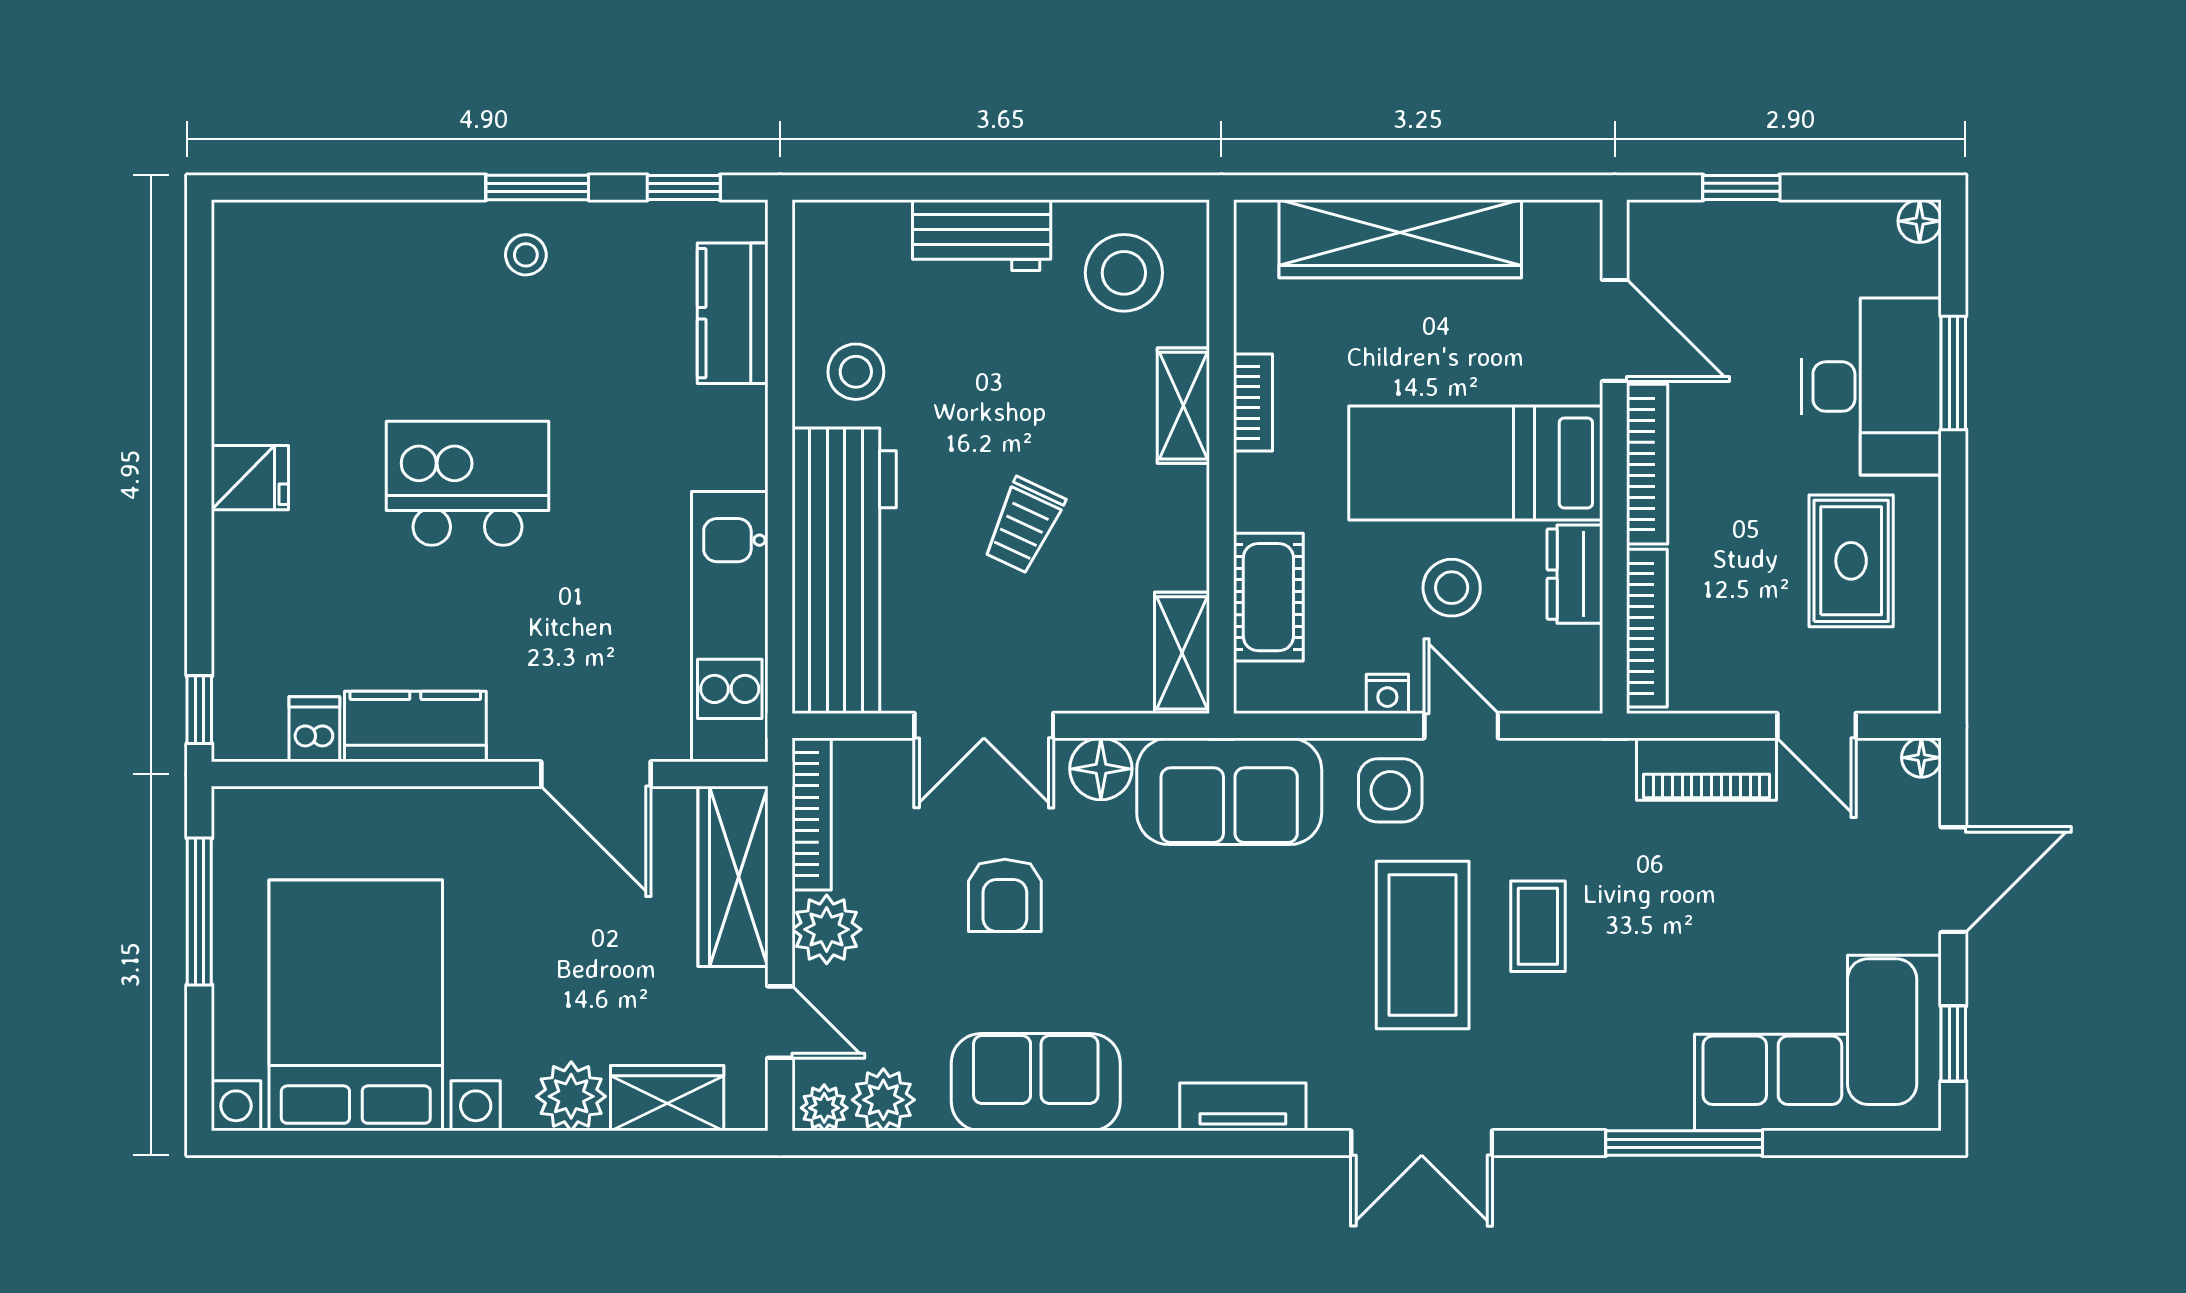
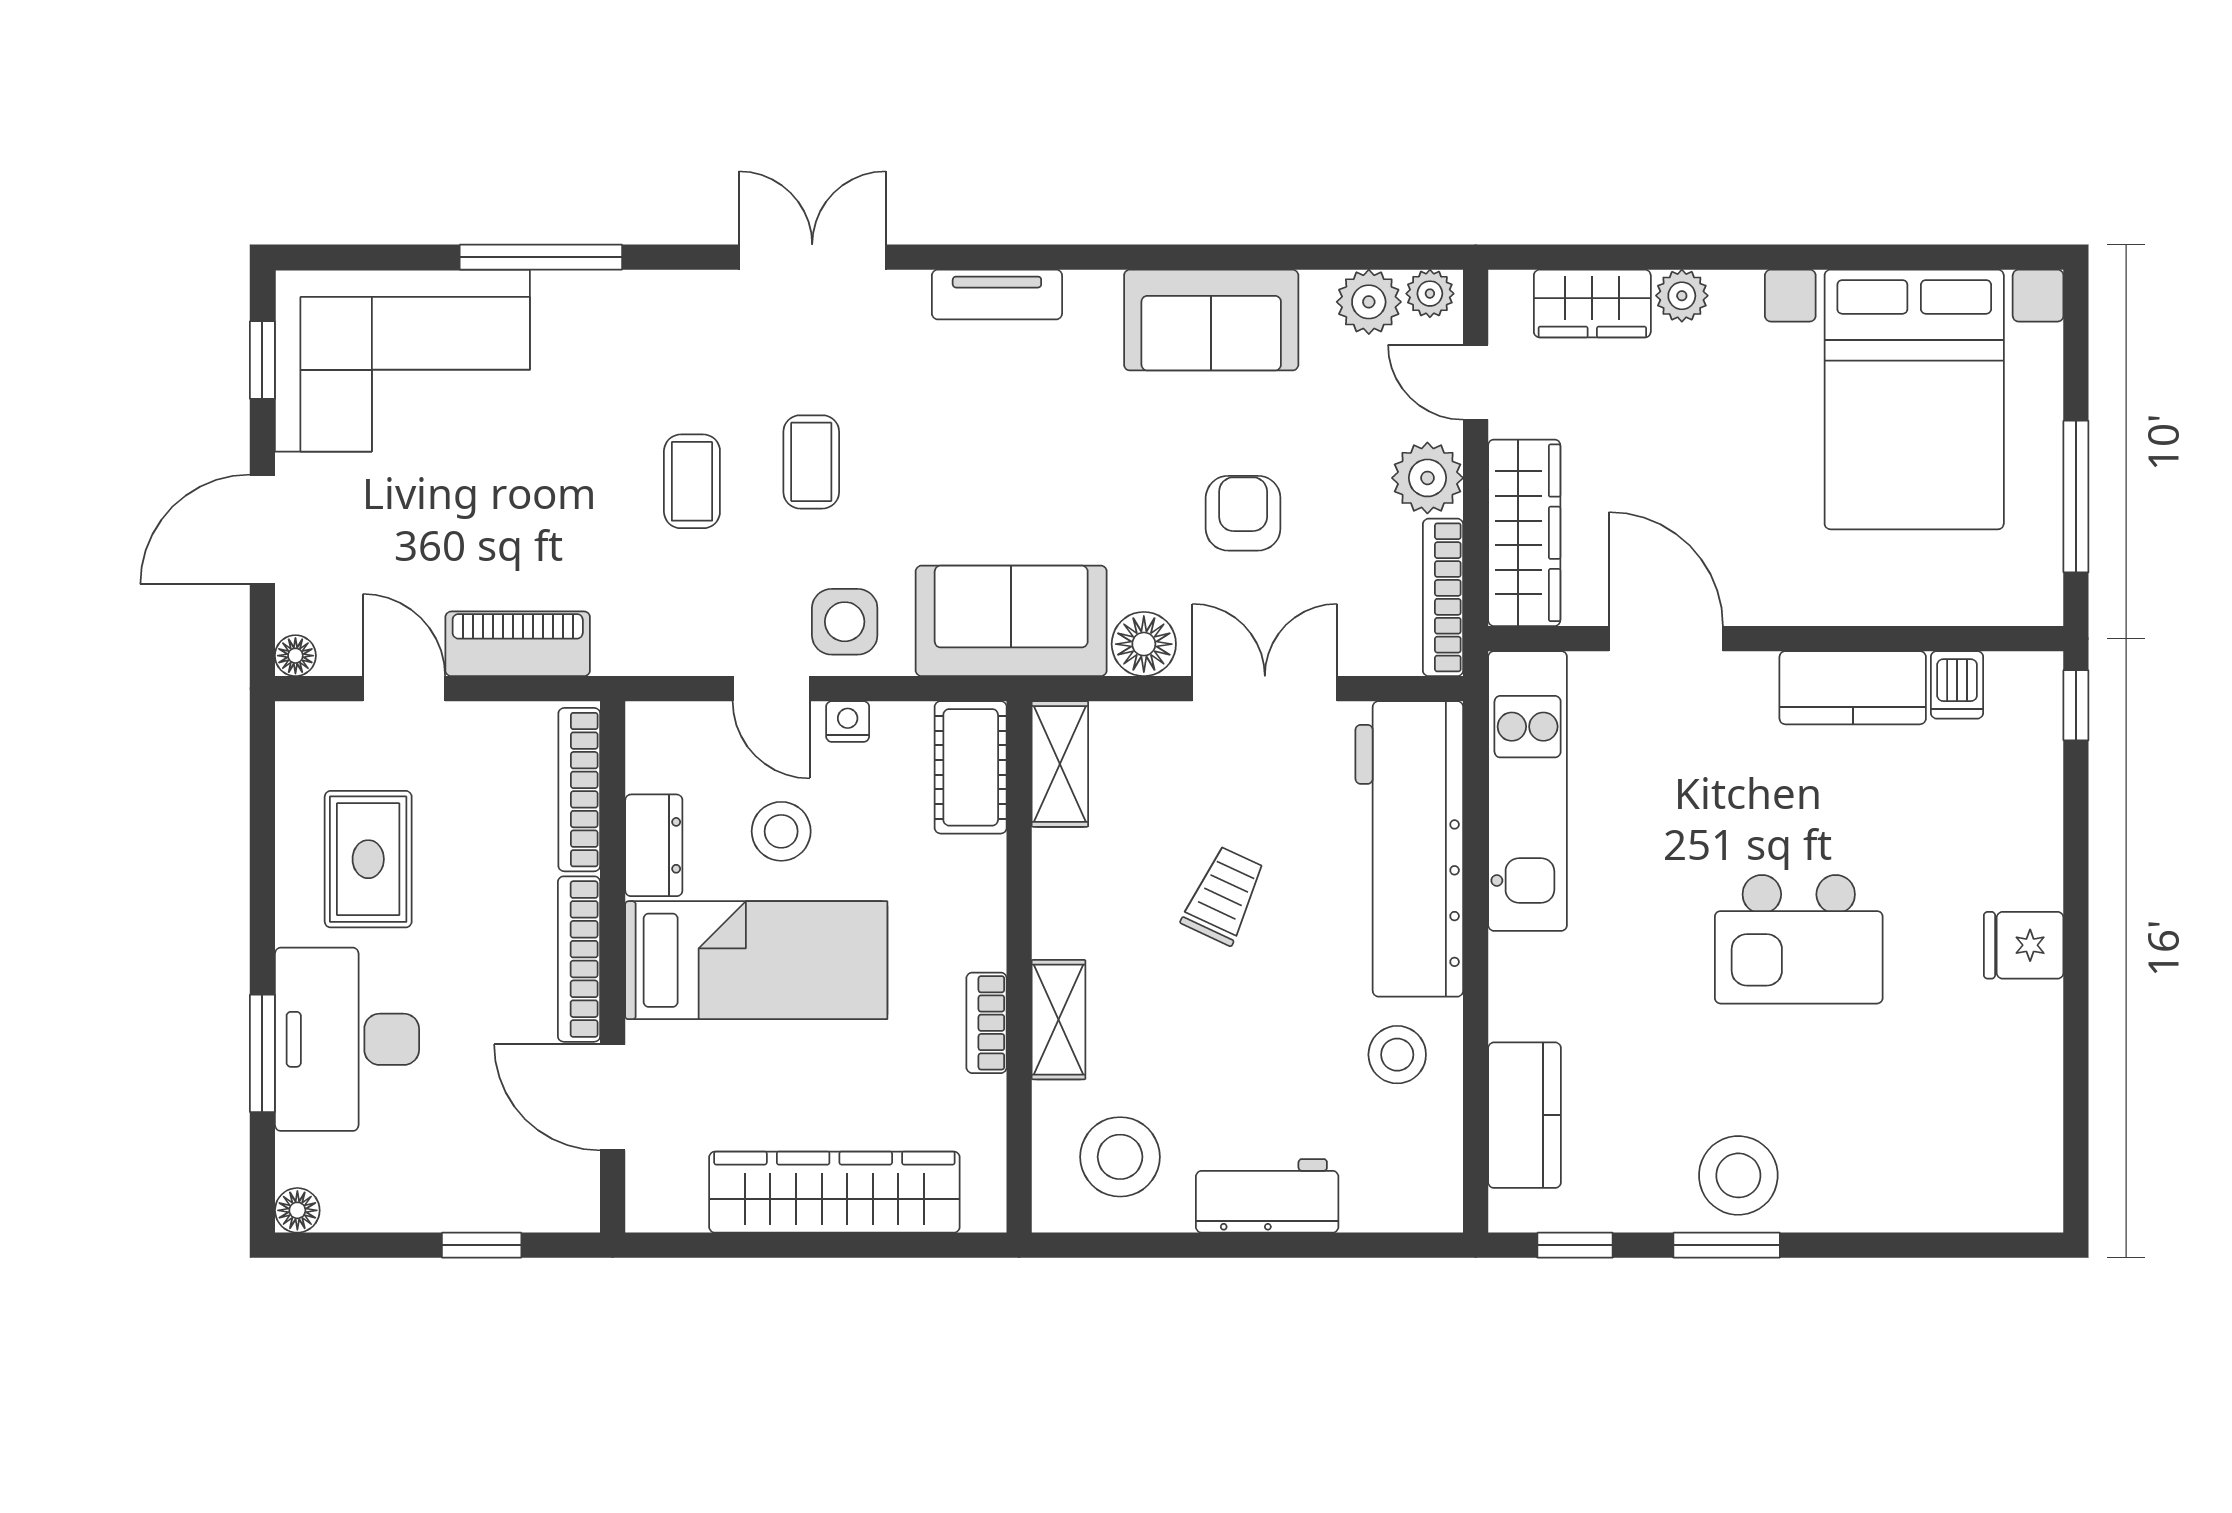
stool: (526, 255) -> (1738, 1175), width x1.89, depth x1.89
cot: (1268, 597) -> (971, 767), moved
coffee table: (1423, 945) -> (811, 462), width x0.54, depth x0.58
plant: (571, 1096) -> (1682, 296), width x0.73, depth x0.73

